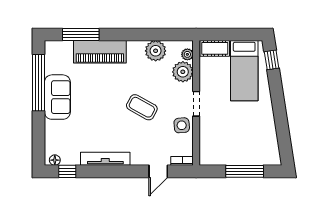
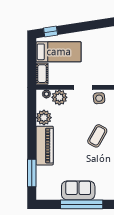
piano: (100, 52) -> (45, 146), moved
window: (38, 83) -> (82, 204), moved
coffee table: (142, 107) -> (97, 136), moved

